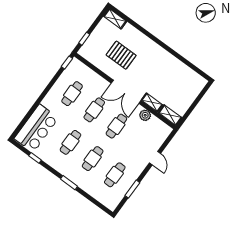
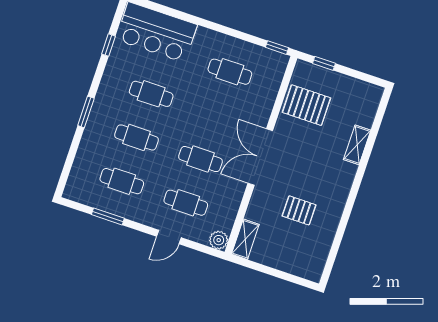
shelving: (115, 19) -> (357, 145), moved
pallet: (121, 55) -> (306, 105), moved, turned 90
pallet: (163, 79) -> (299, 210), added
shelving: (152, 102) -> (256, 204), removed
cafe table: (94, 110) -> (186, 203), moved
plant: (145, 115) -> (219, 240), moved

